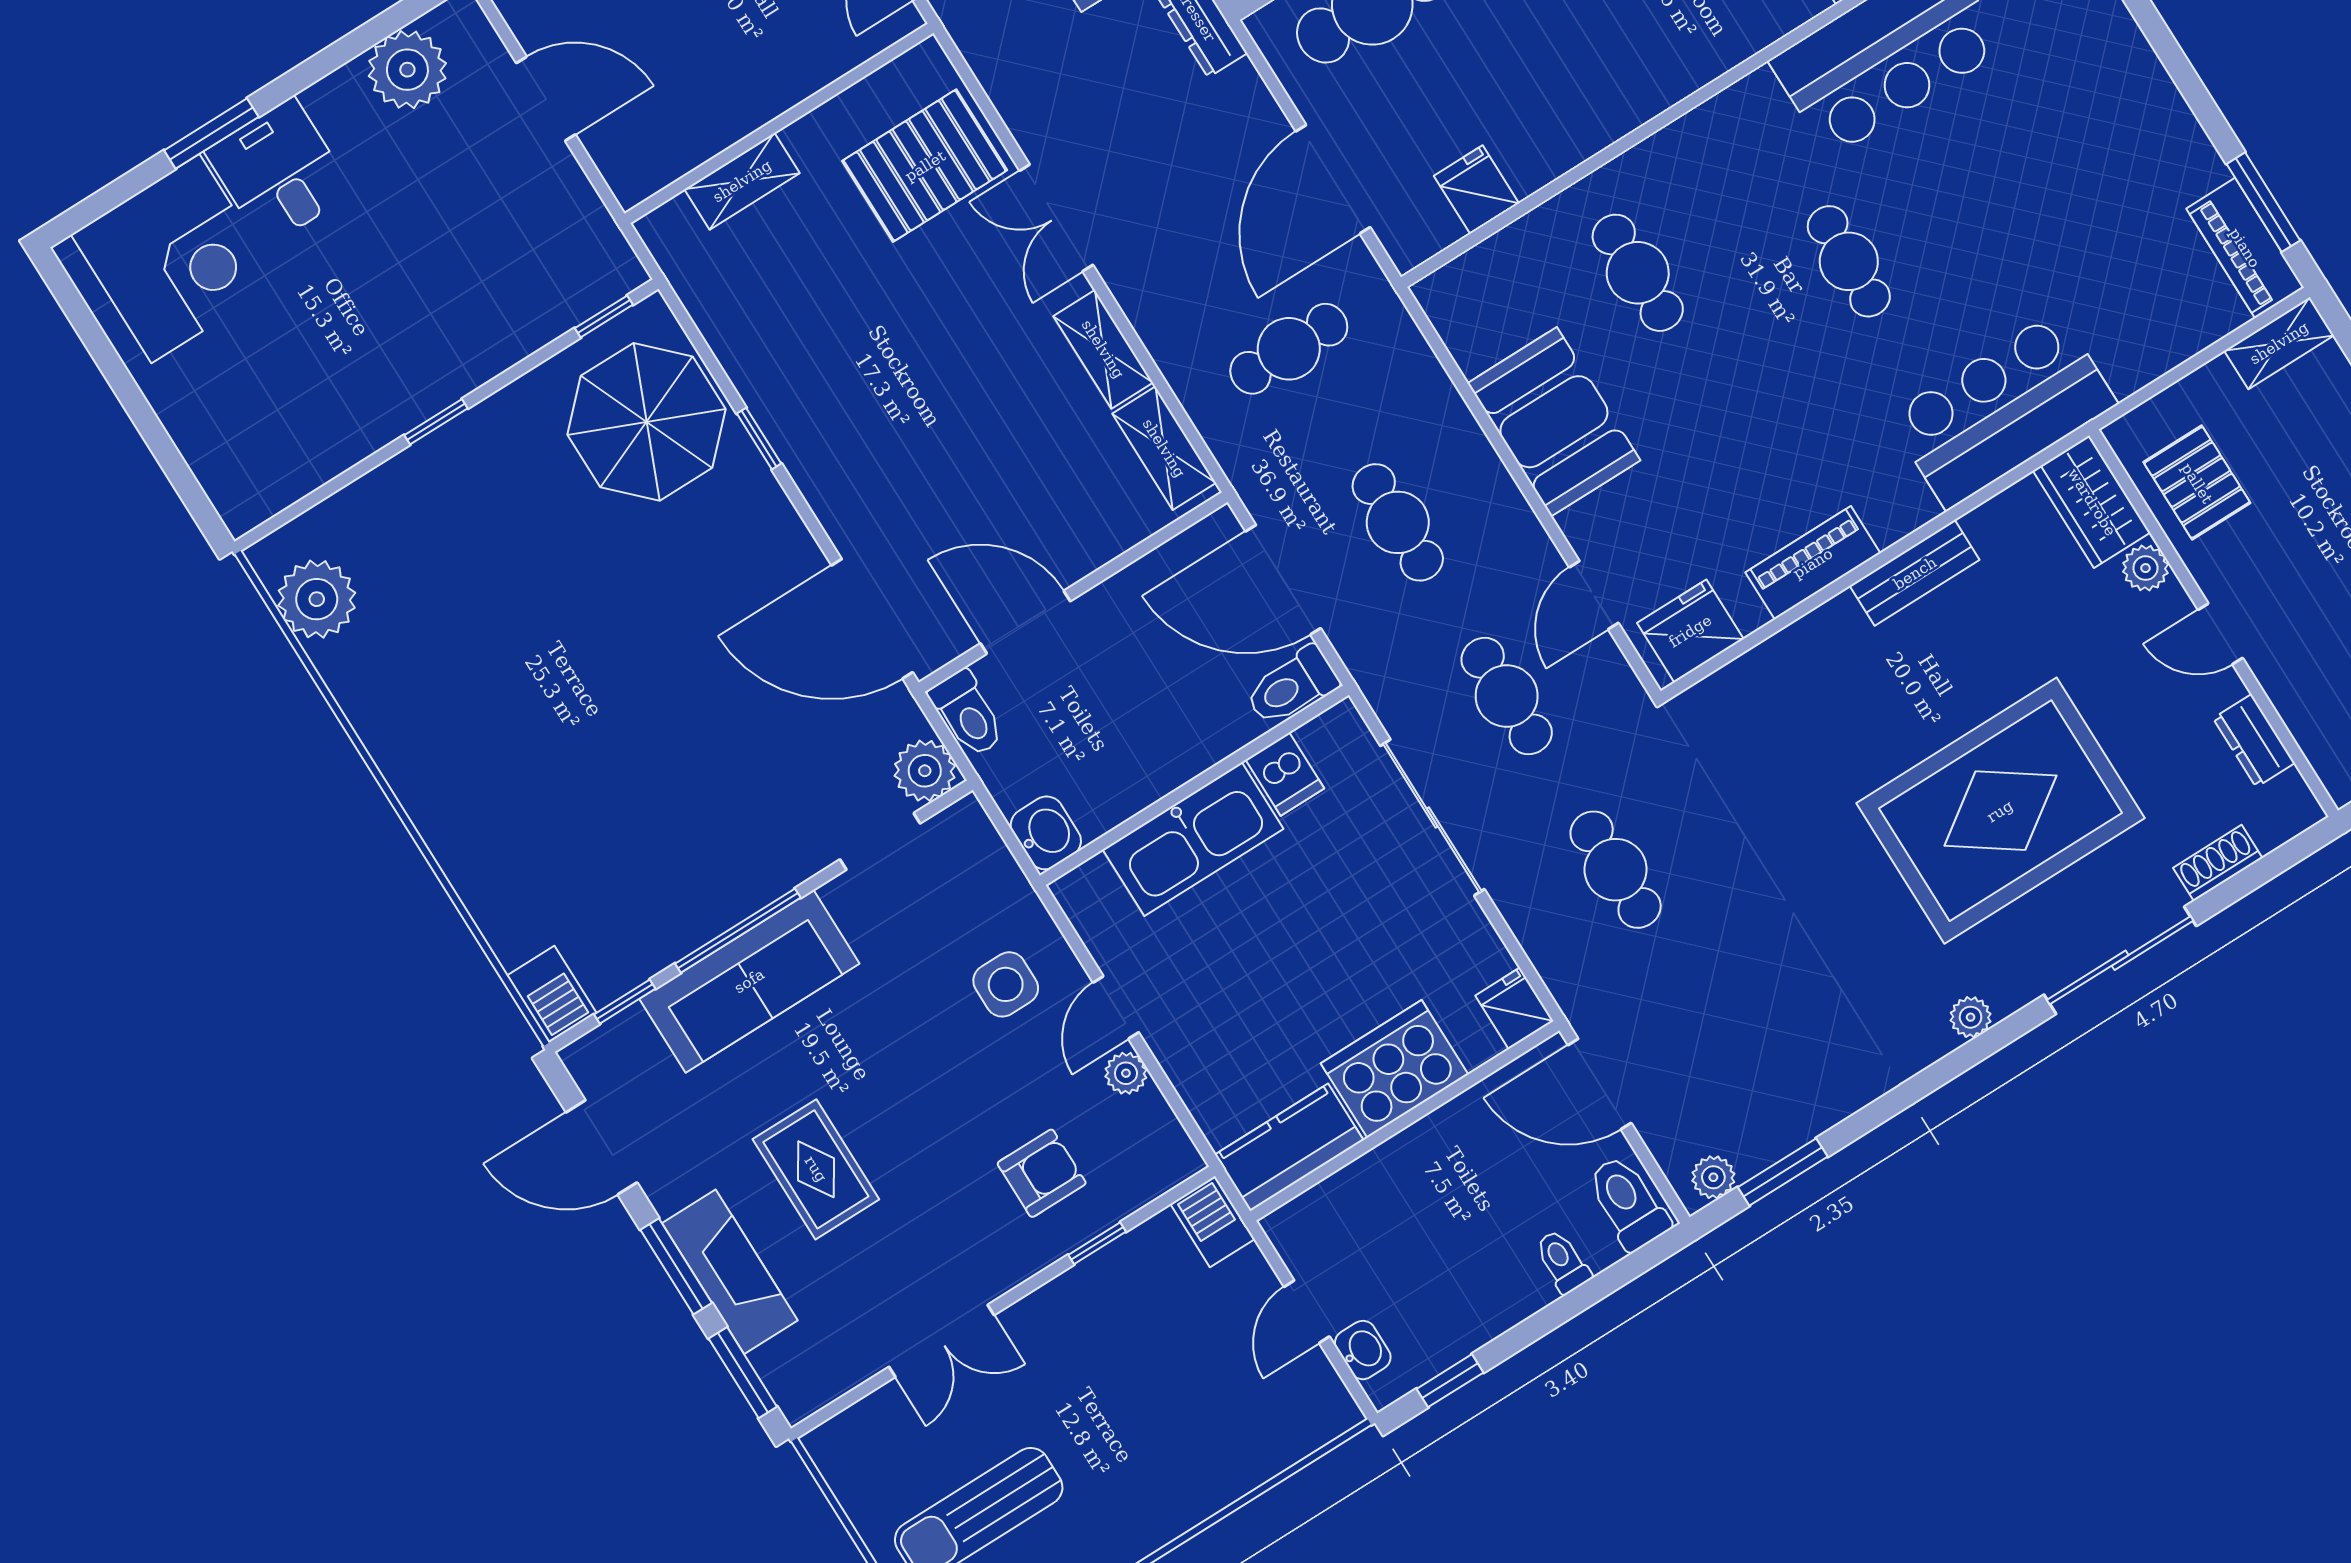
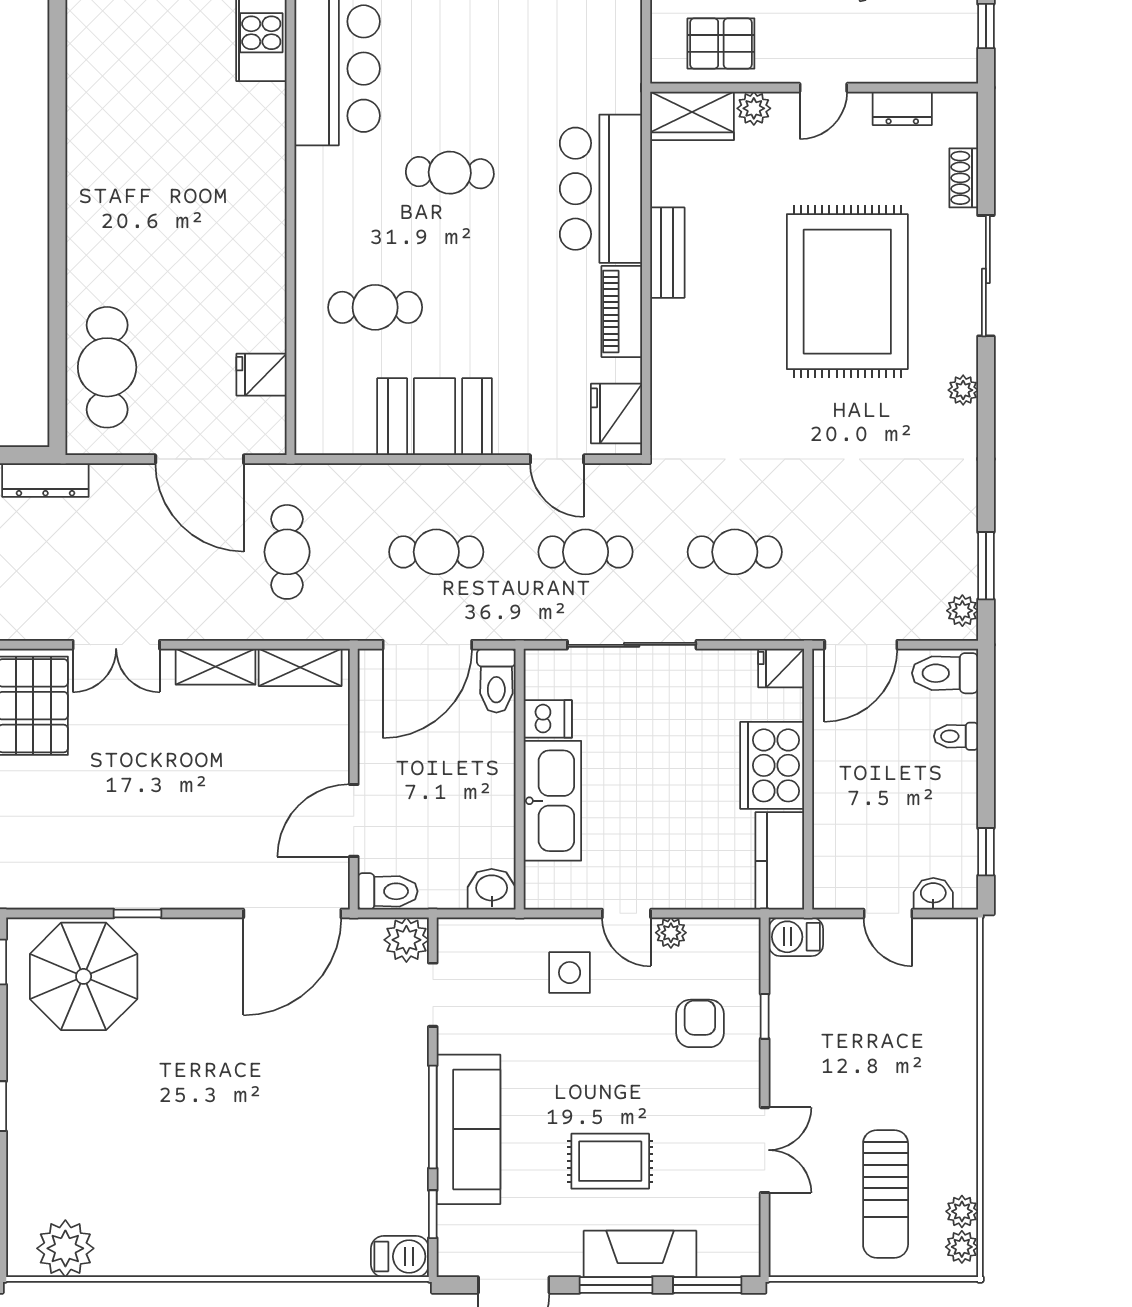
bar counter: (2003, 410) -> (601, 189), moved

